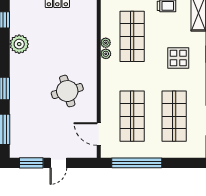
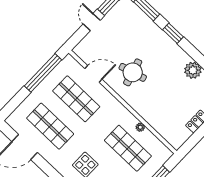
plant: (106, 54) -> (133, 120), removed
door: (99, 134) -> (93, 74), moved

